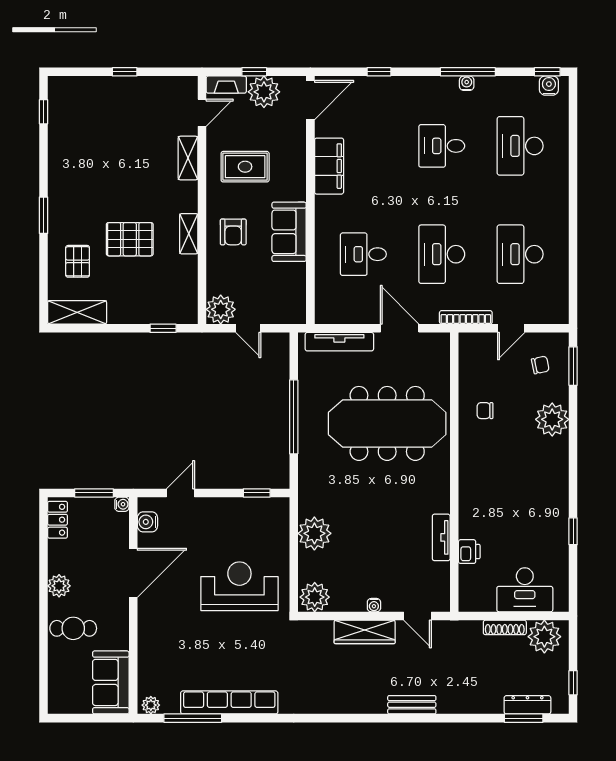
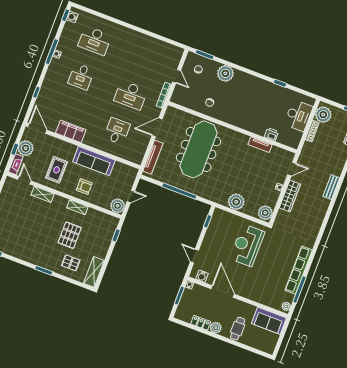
sofa: (289, 232) -> (94, 161), width x1.36
desk: (363, 254) -> (117, 131), turned 180
desk: (520, 254) -> (144, 59), removed
locker: (58, 520) -> (201, 323), moved

